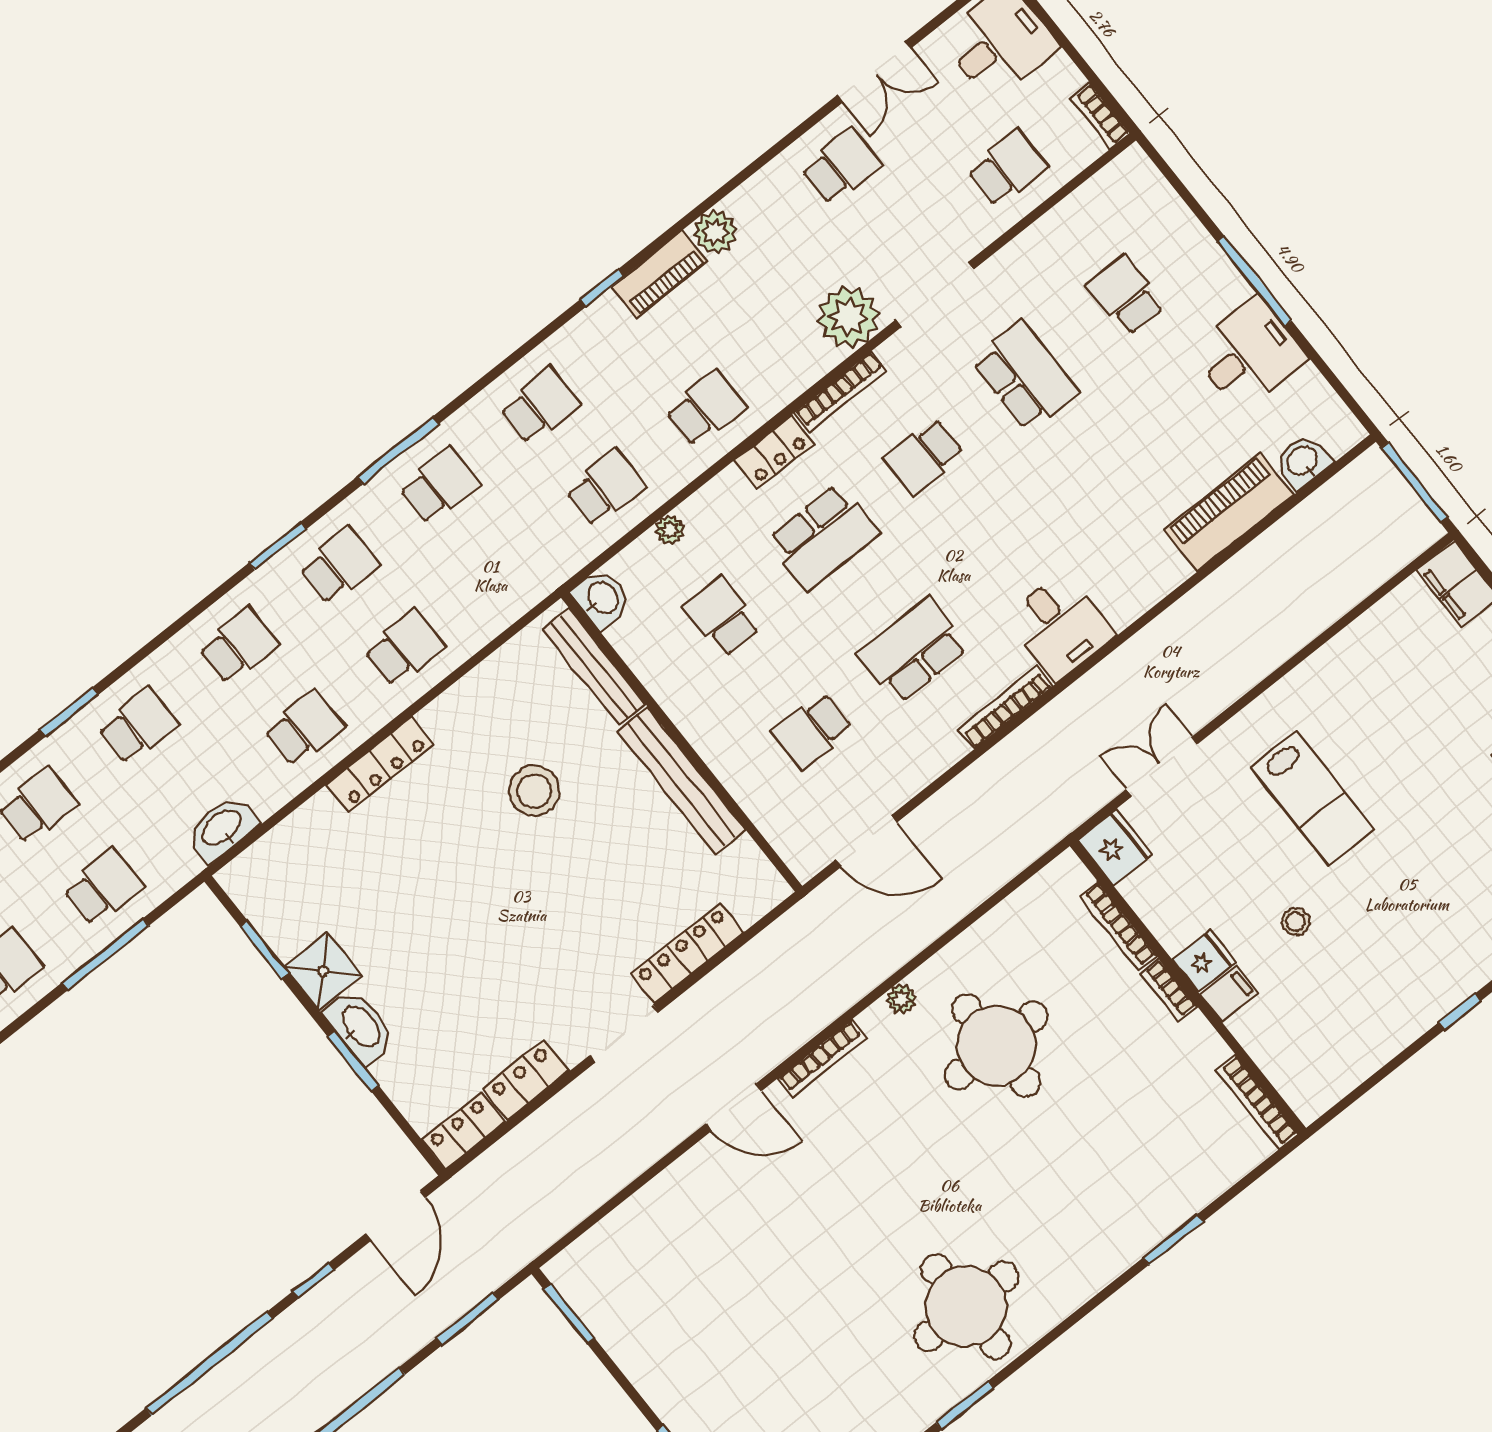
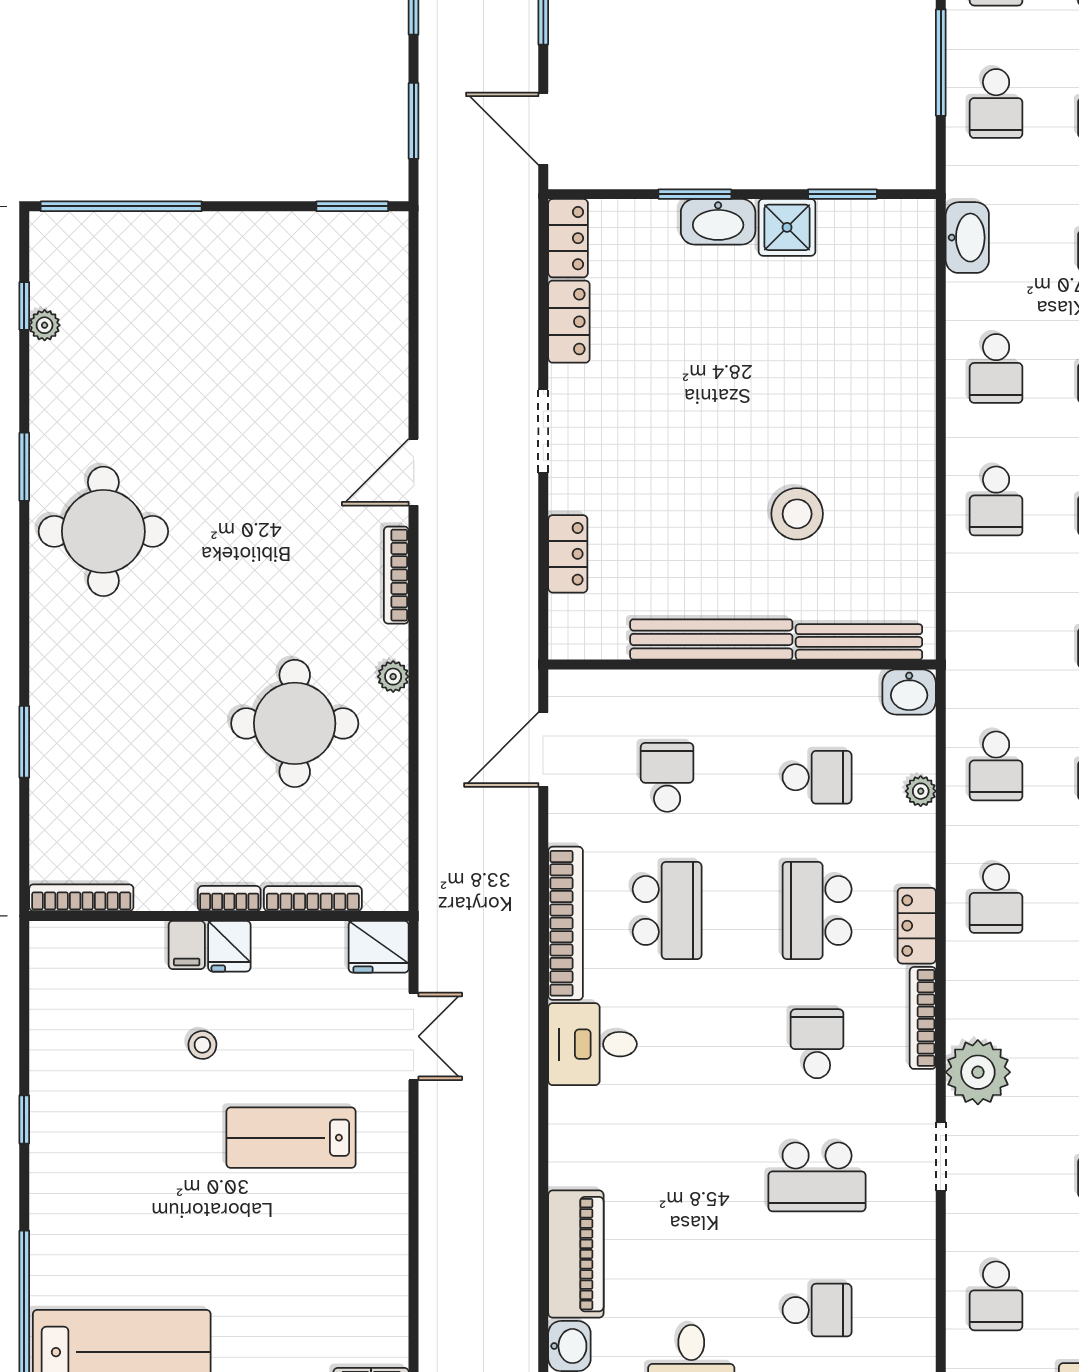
doorway: (935, 294) -> (941, 1156), width x0.73
bookcase: (1006, 708) -> (566, 923), width x1.48, depth x1.31
locker: (381, 764) -> (917, 407), removed
locker: (687, 953) -> (568, 554), width x0.66

